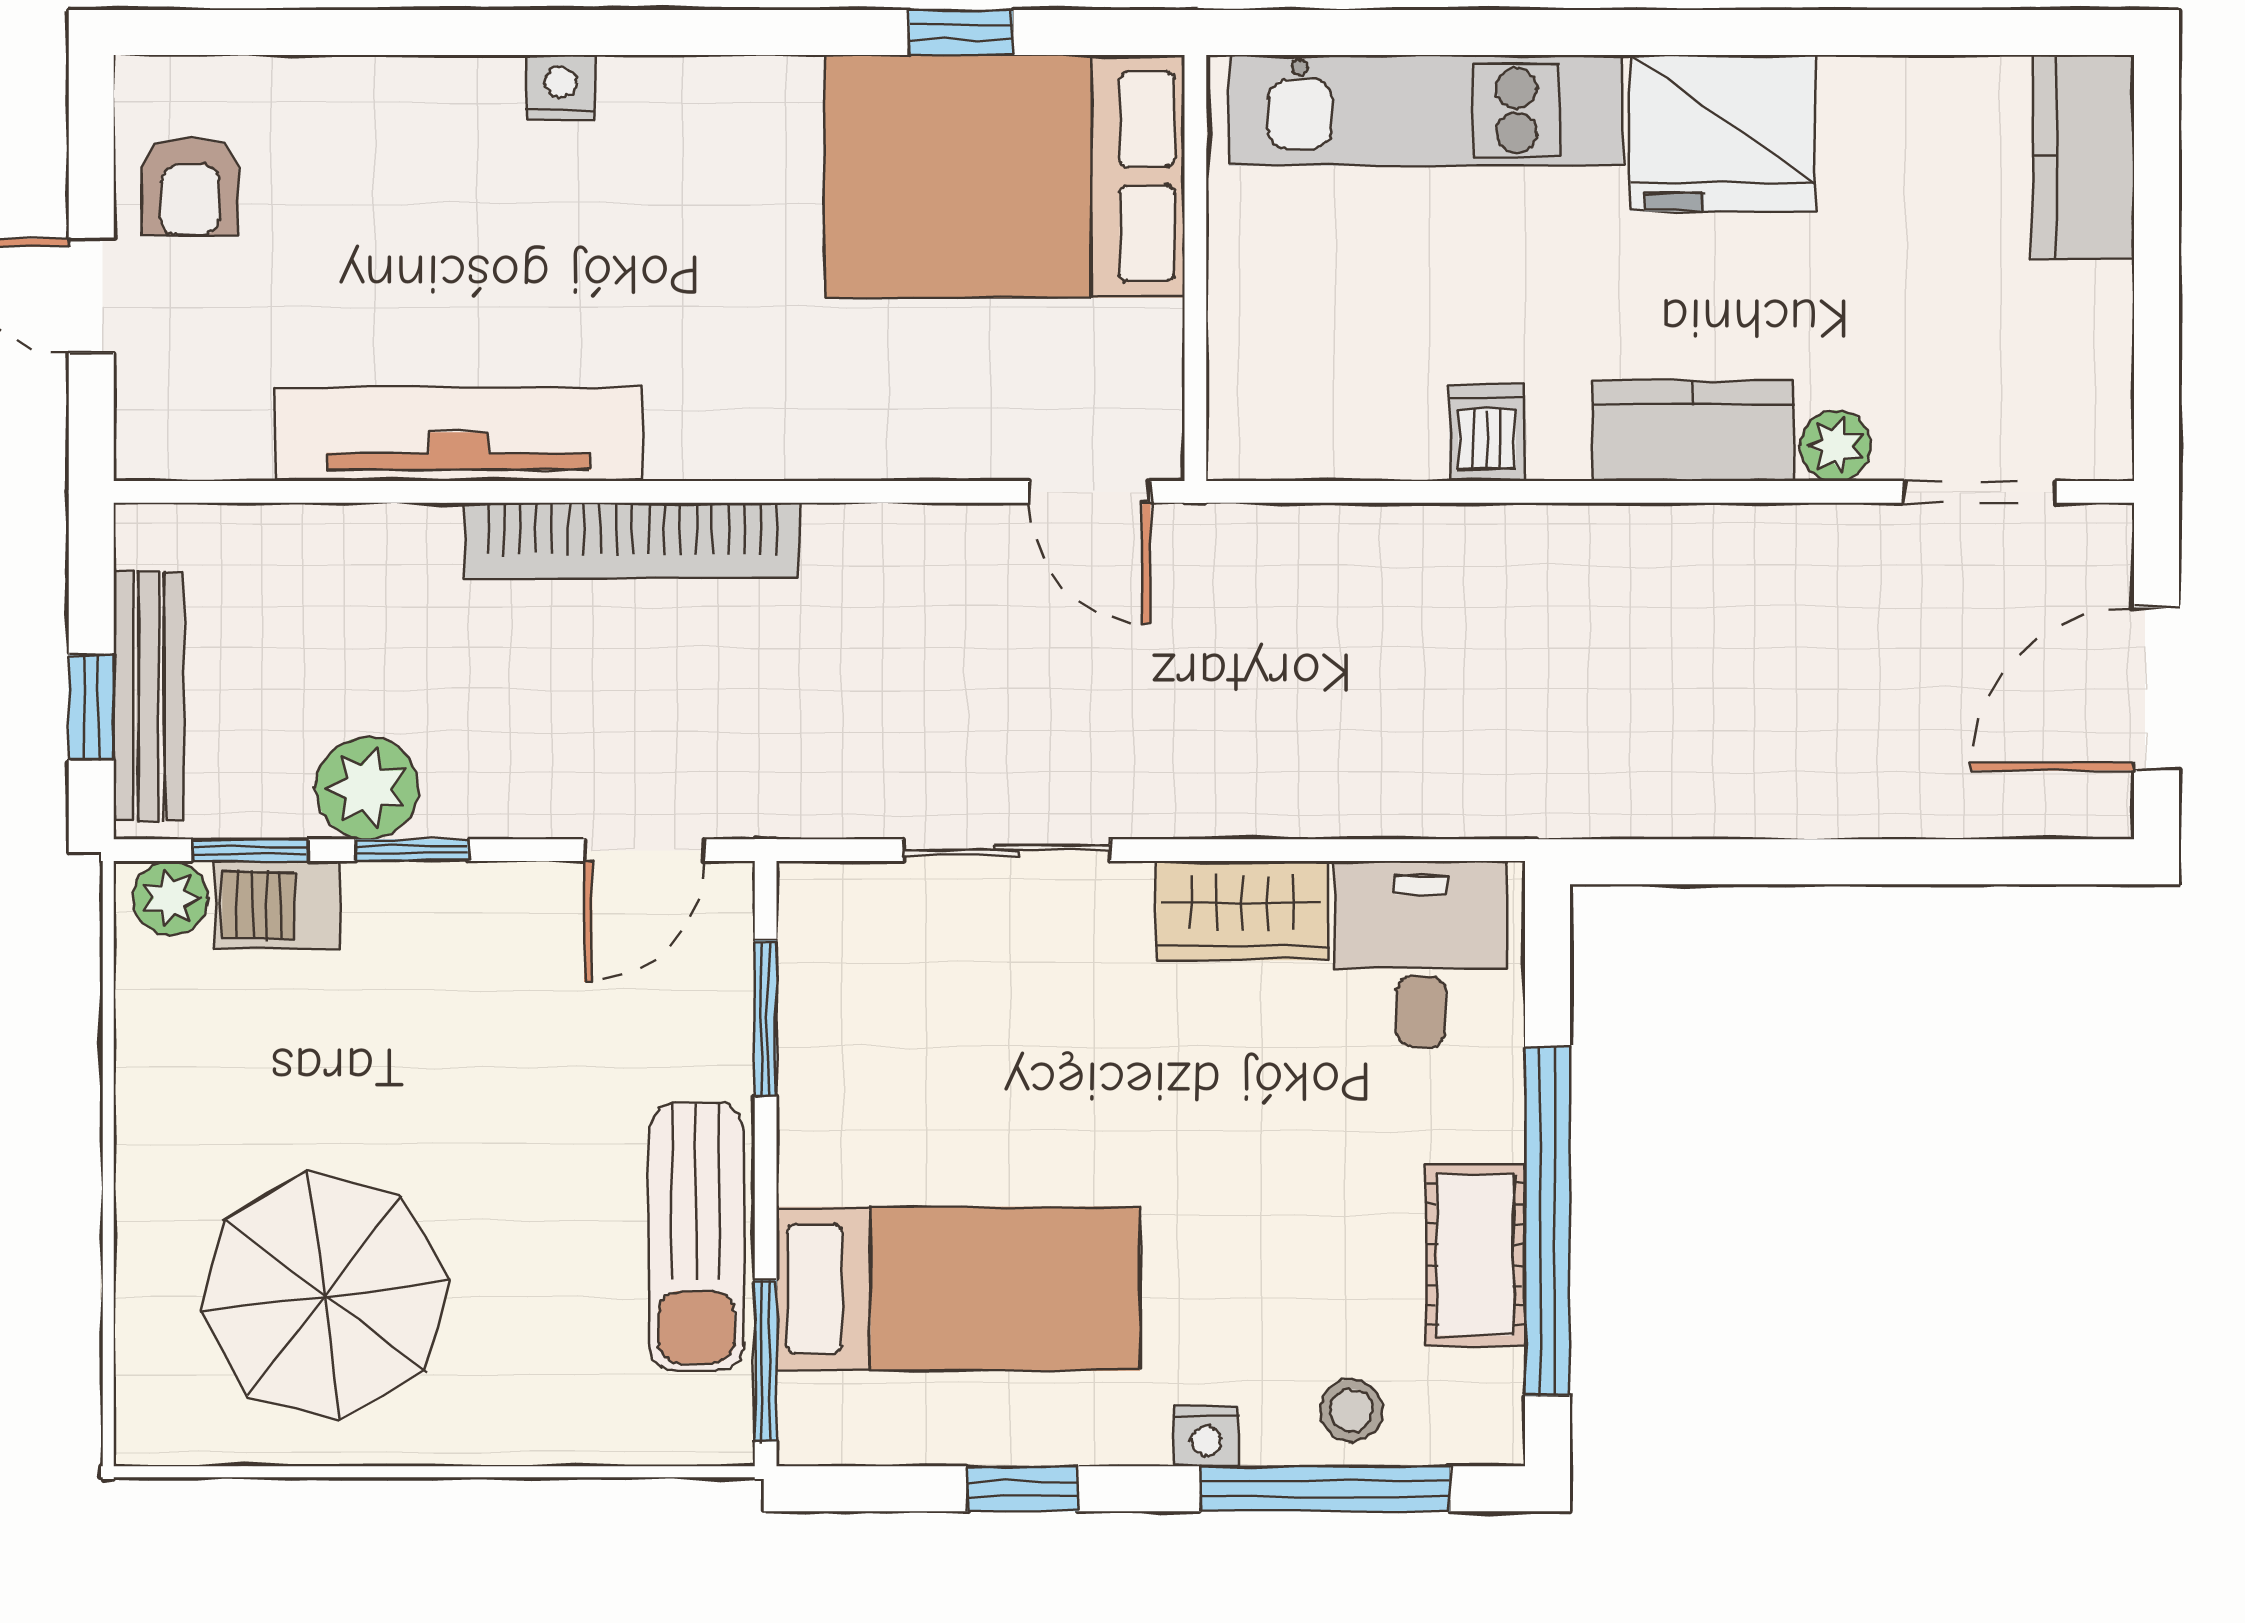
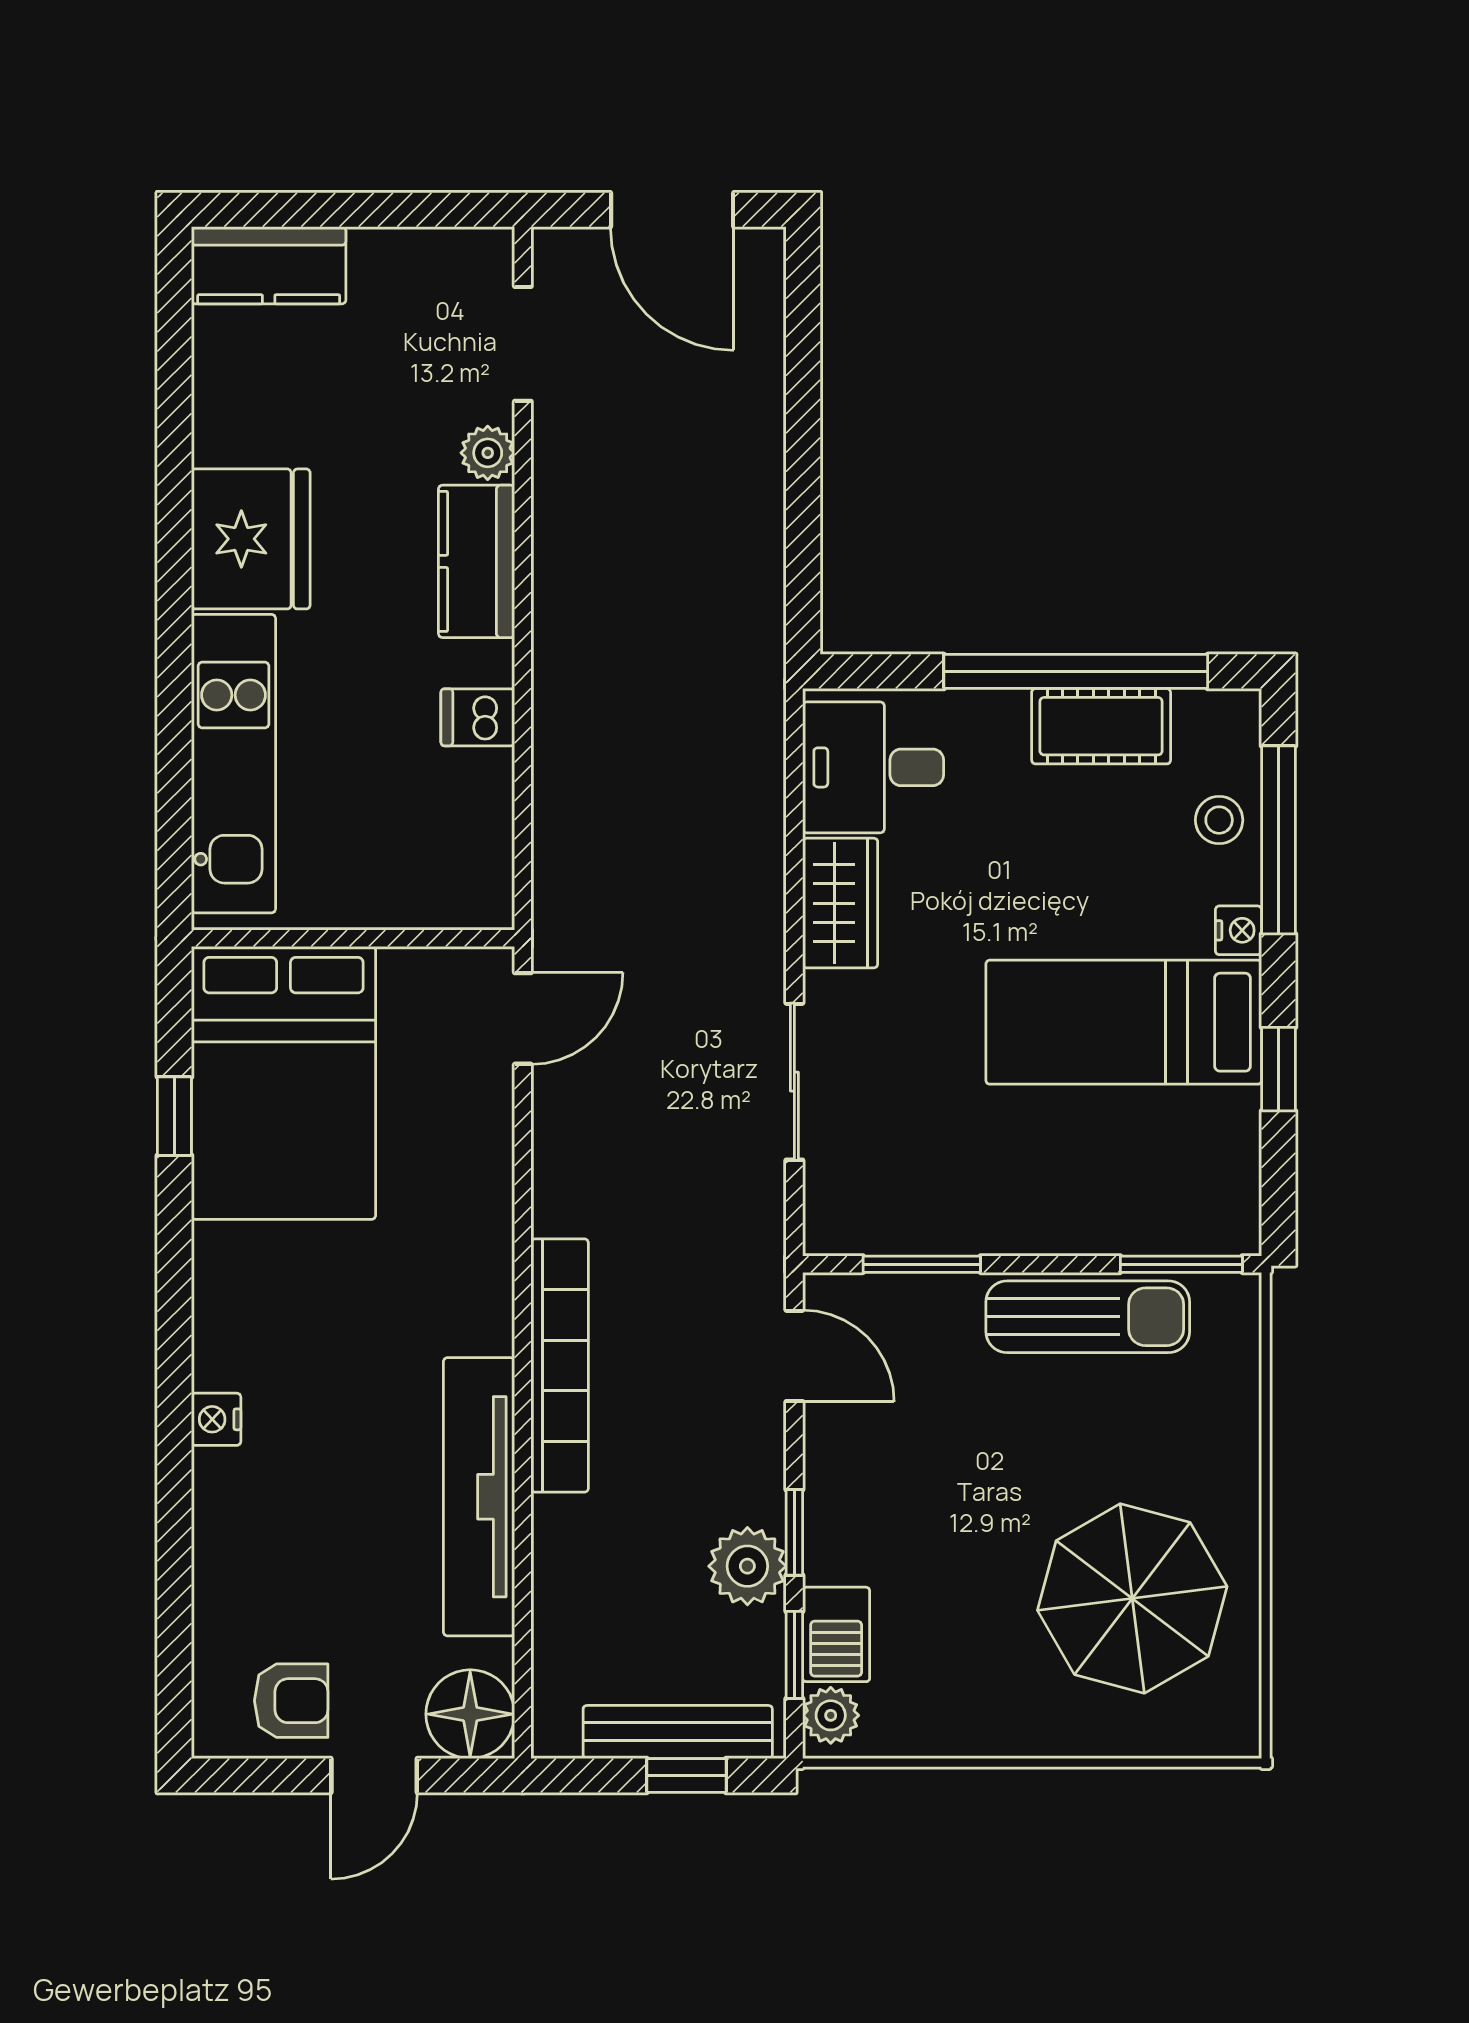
floor lamp: (172, 423) -> (470, 1714), added
bed: (958, 1289) -> (1124, 1022), moved, turned -90

